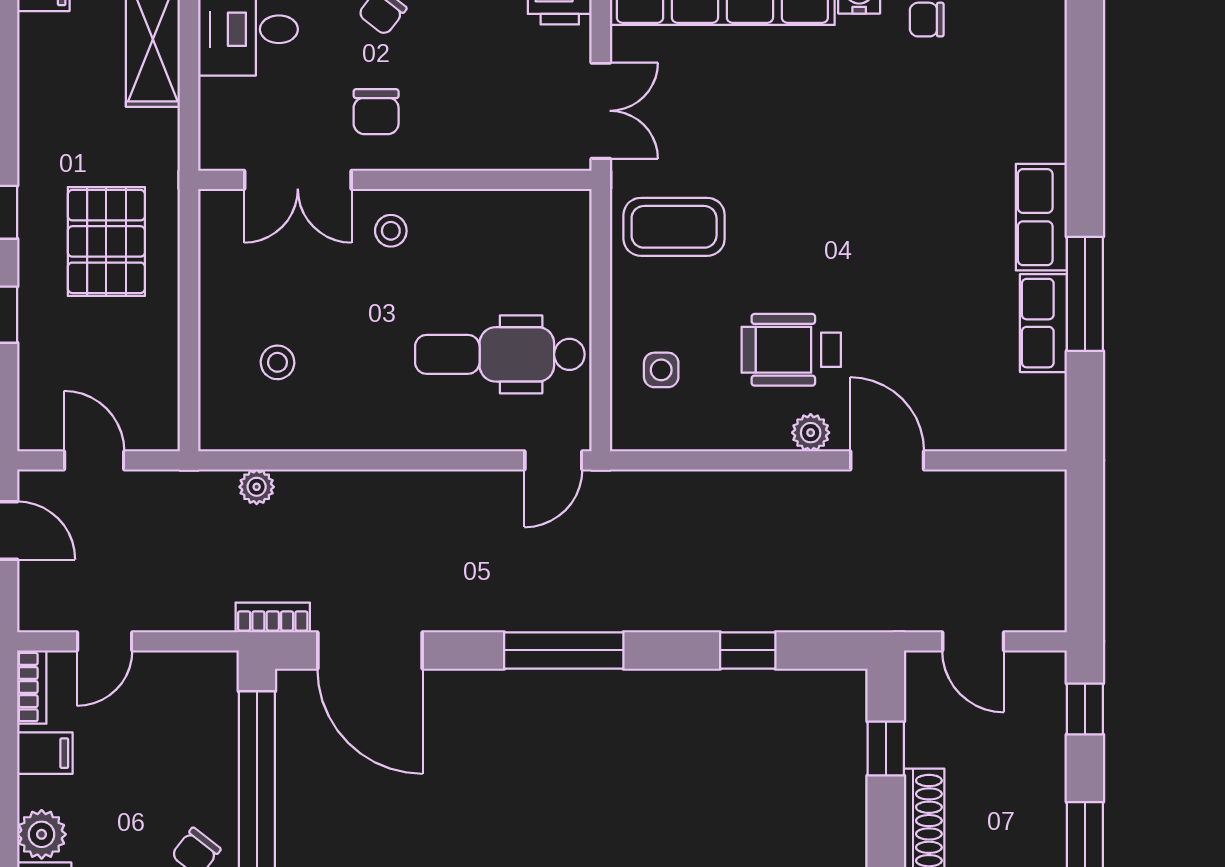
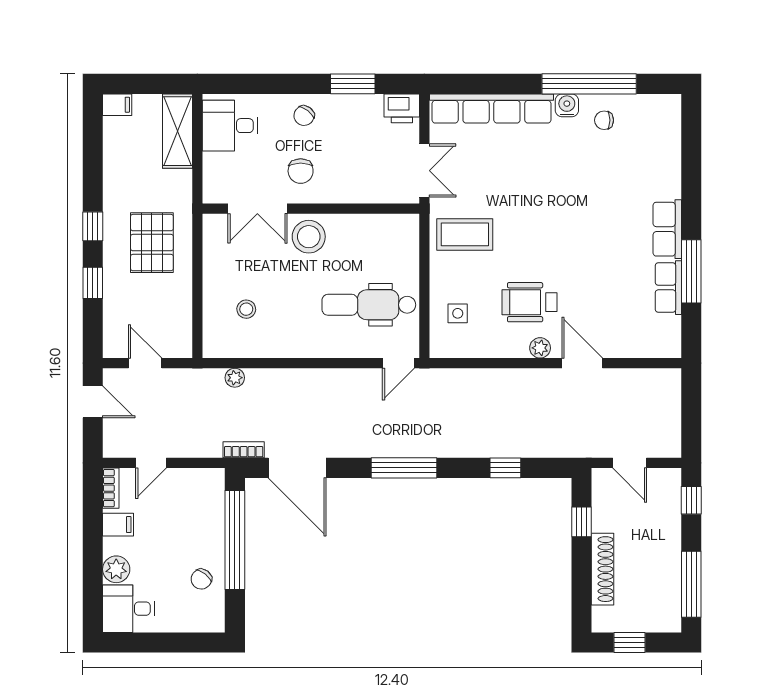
stool: (391, 231) -> (309, 237), width x1.89, depth x1.89

